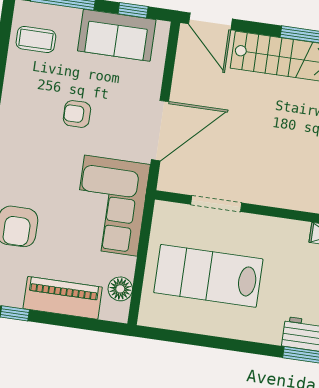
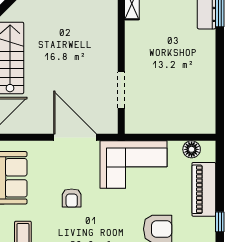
lab bench: (208, 276) -> (173, 88), removed

